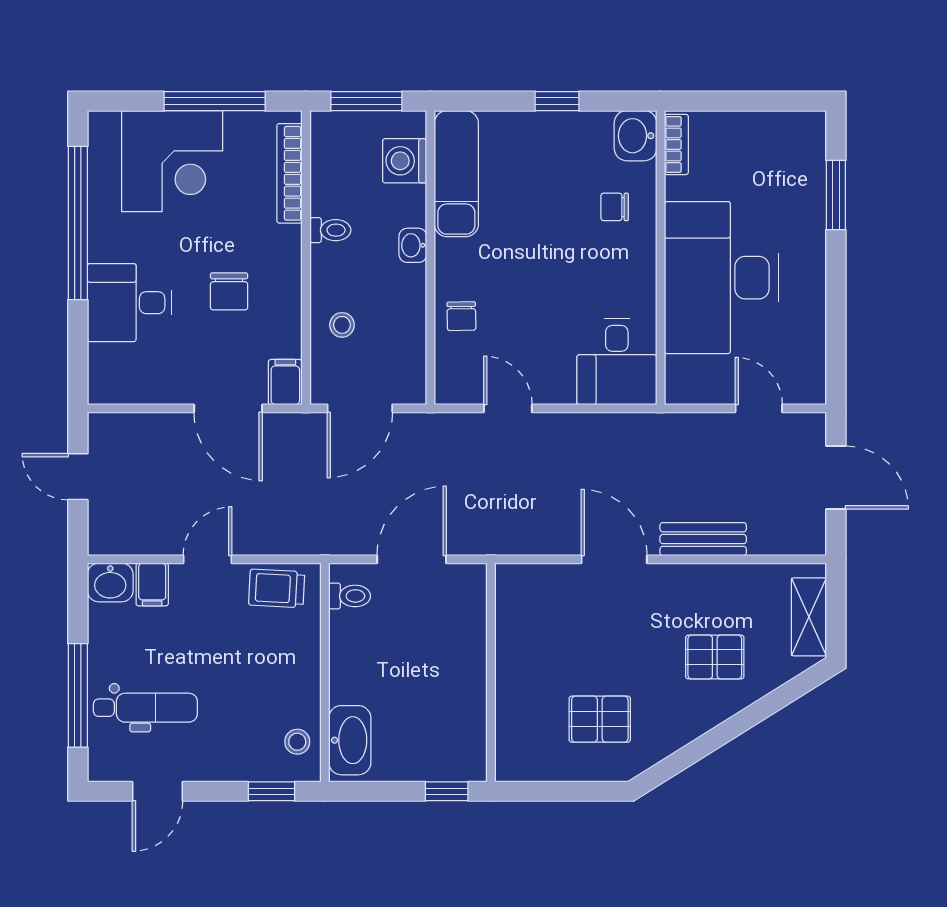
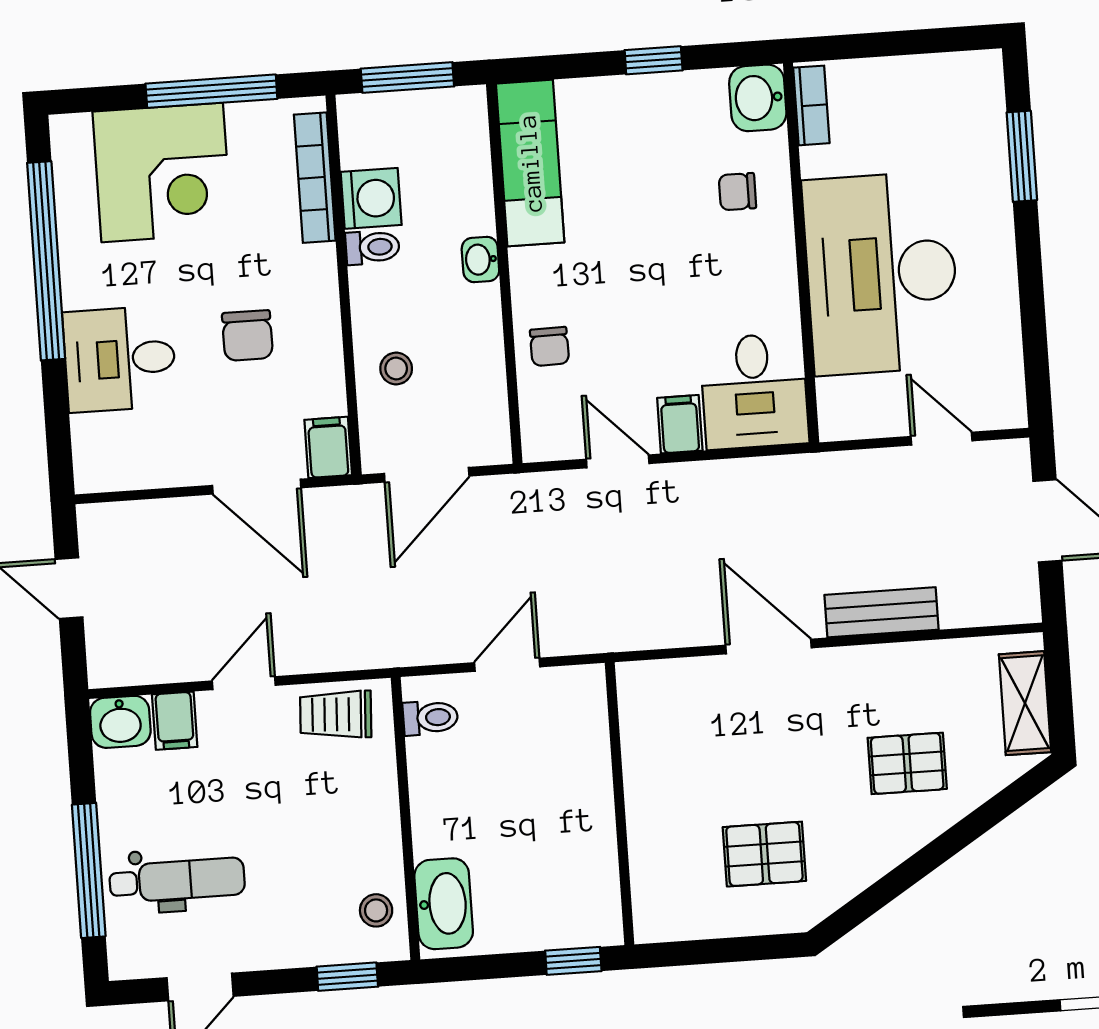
washing machine: (405, 161) -> (371, 198), moved, turned 180
filing cabinet: (558, 383) -> (680, 424), added
door: (412, 559) -> (507, 665), width x0.73

